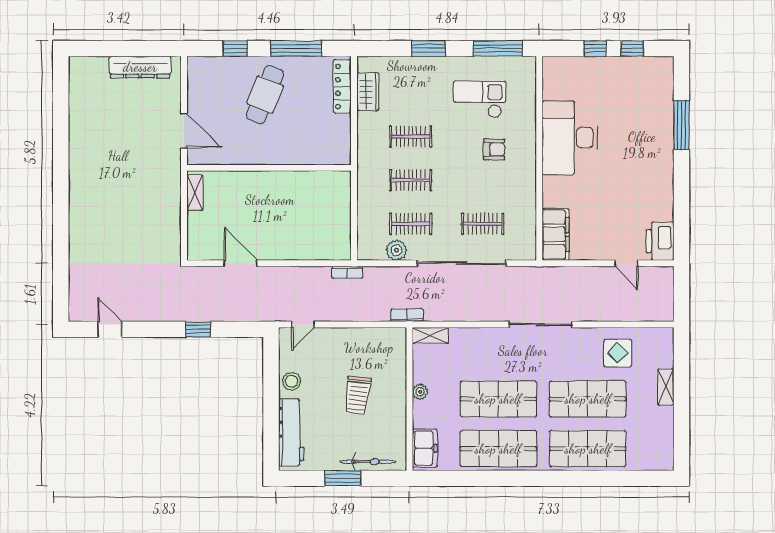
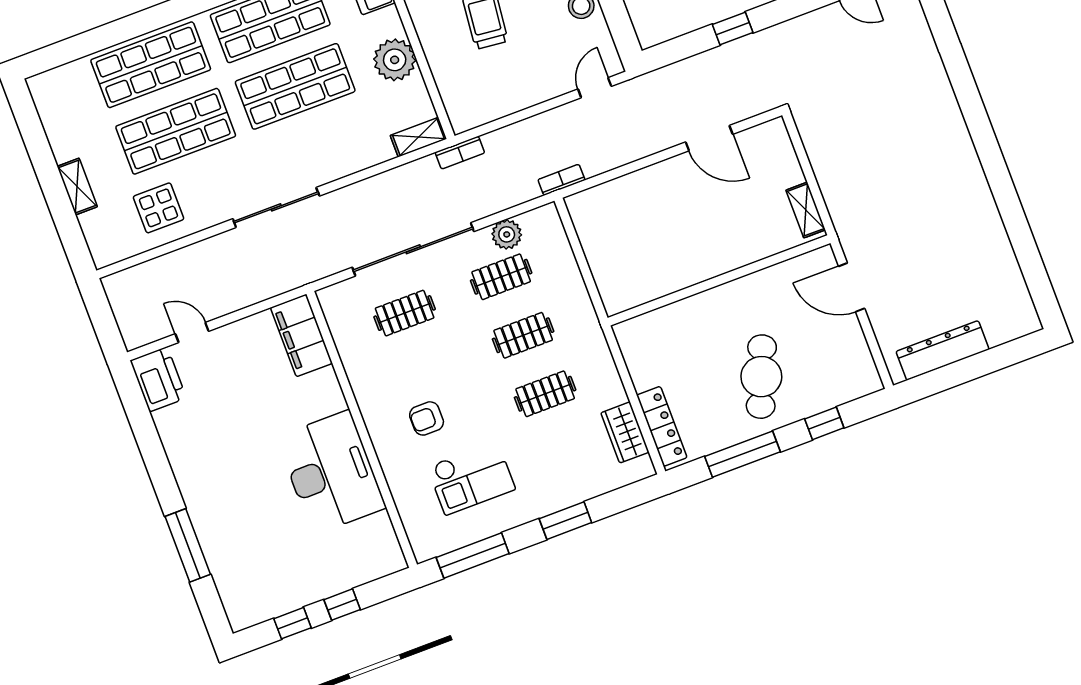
plant: (420, 392) -> (395, 60), width x1.88, depth x1.88

